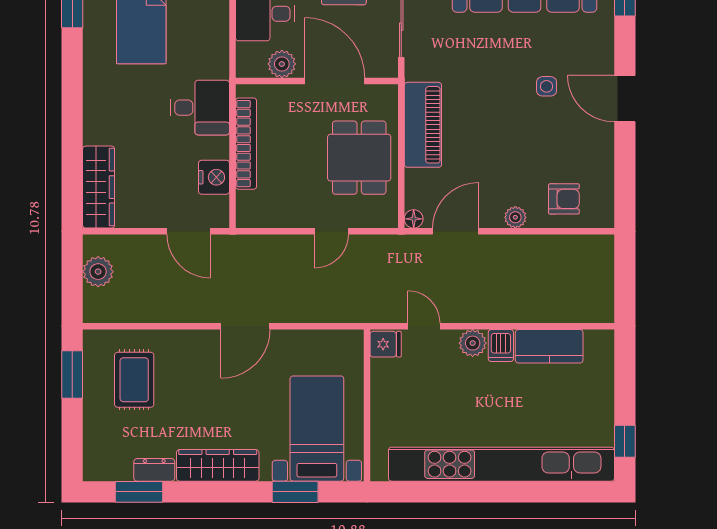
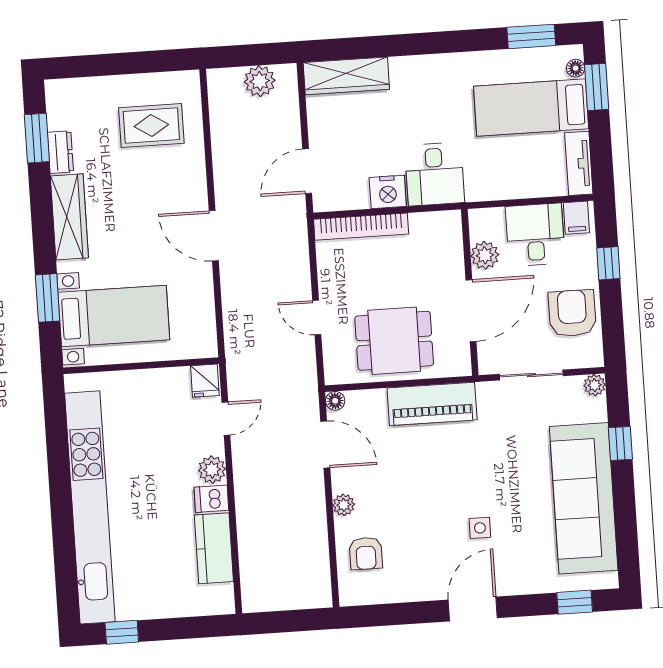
bookcase: (246, 144) -> (361, 227), moved
nightstand: (214, 177) -> (388, 192), moved
window: (72, 375) -> (152, 62), removed

